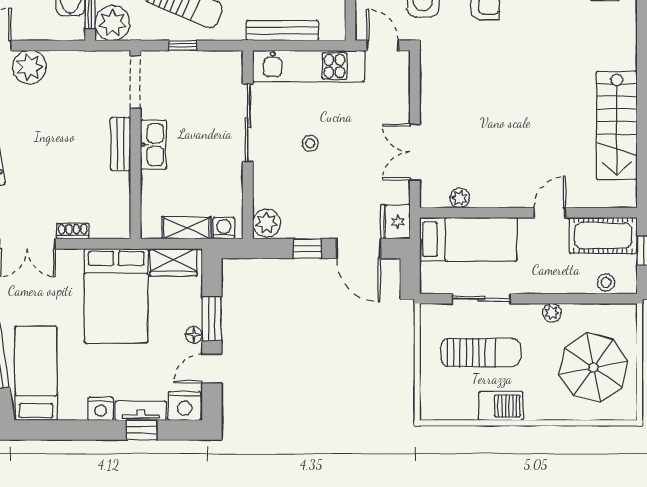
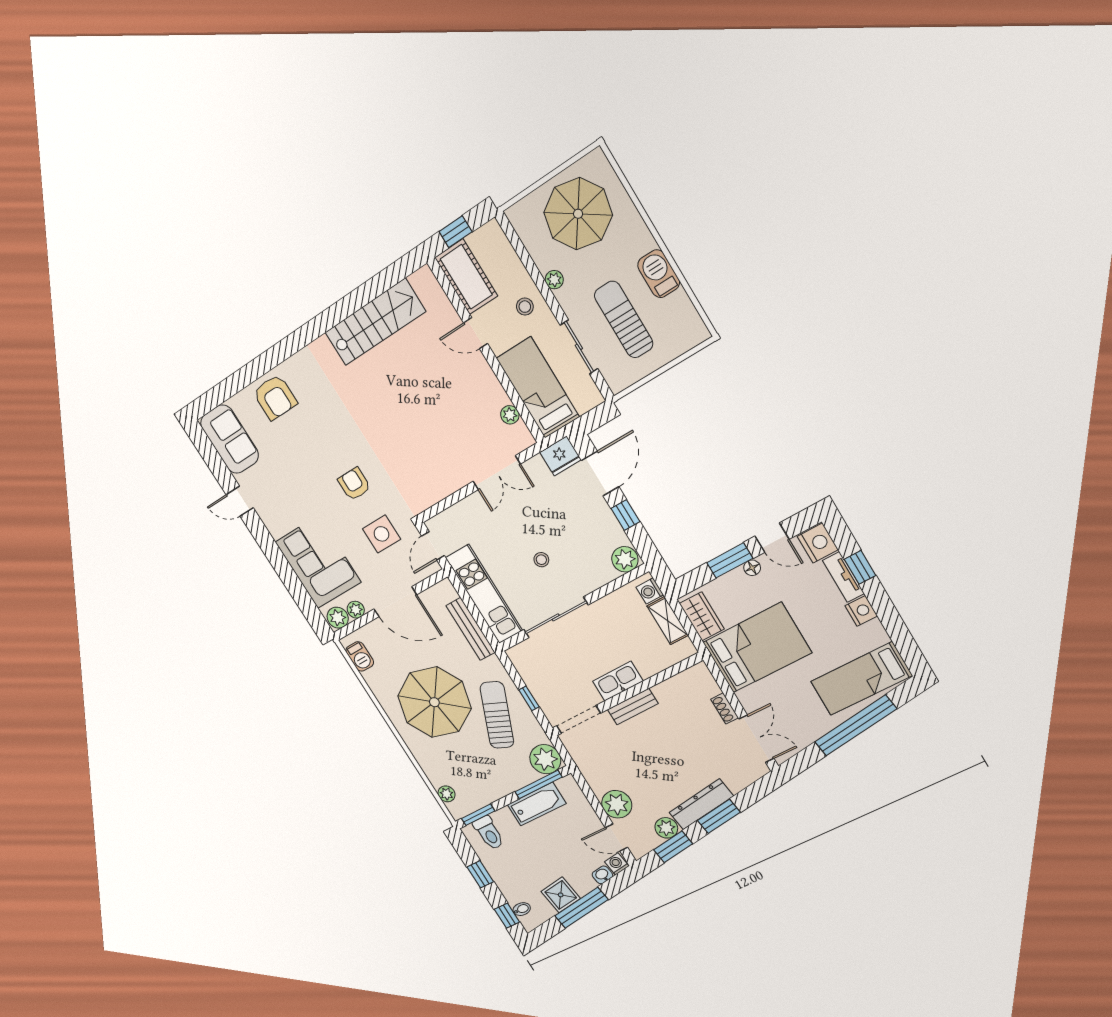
stool: (606, 282) -> (525, 307), moved

